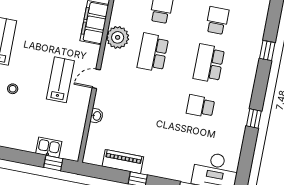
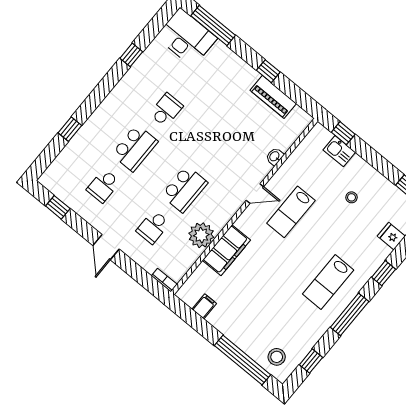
plant: (118, 37) -> (201, 235), moved
stool: (13, 89) -> (352, 197), moved
school desk: (201, 106) -> (166, 110), turned -90
window: (254, 118) -> (131, 55), moved

